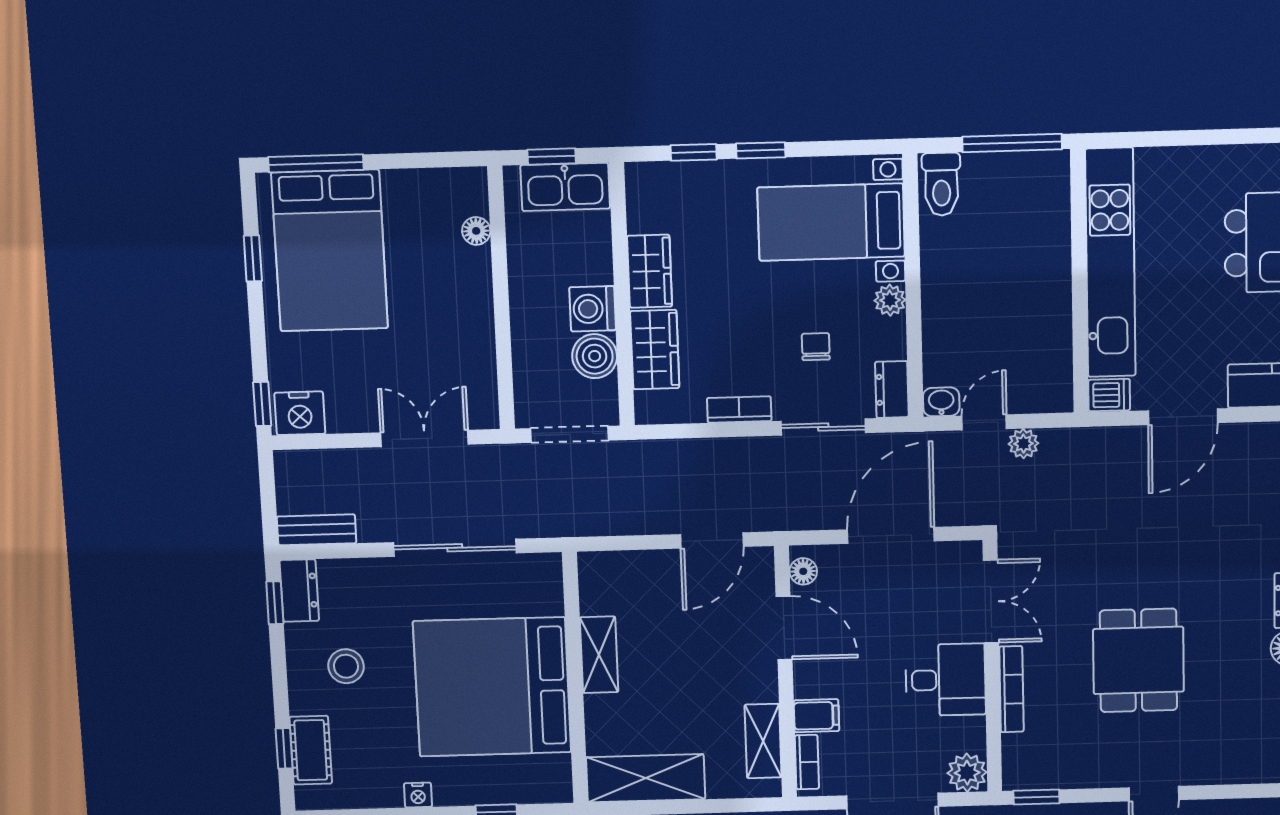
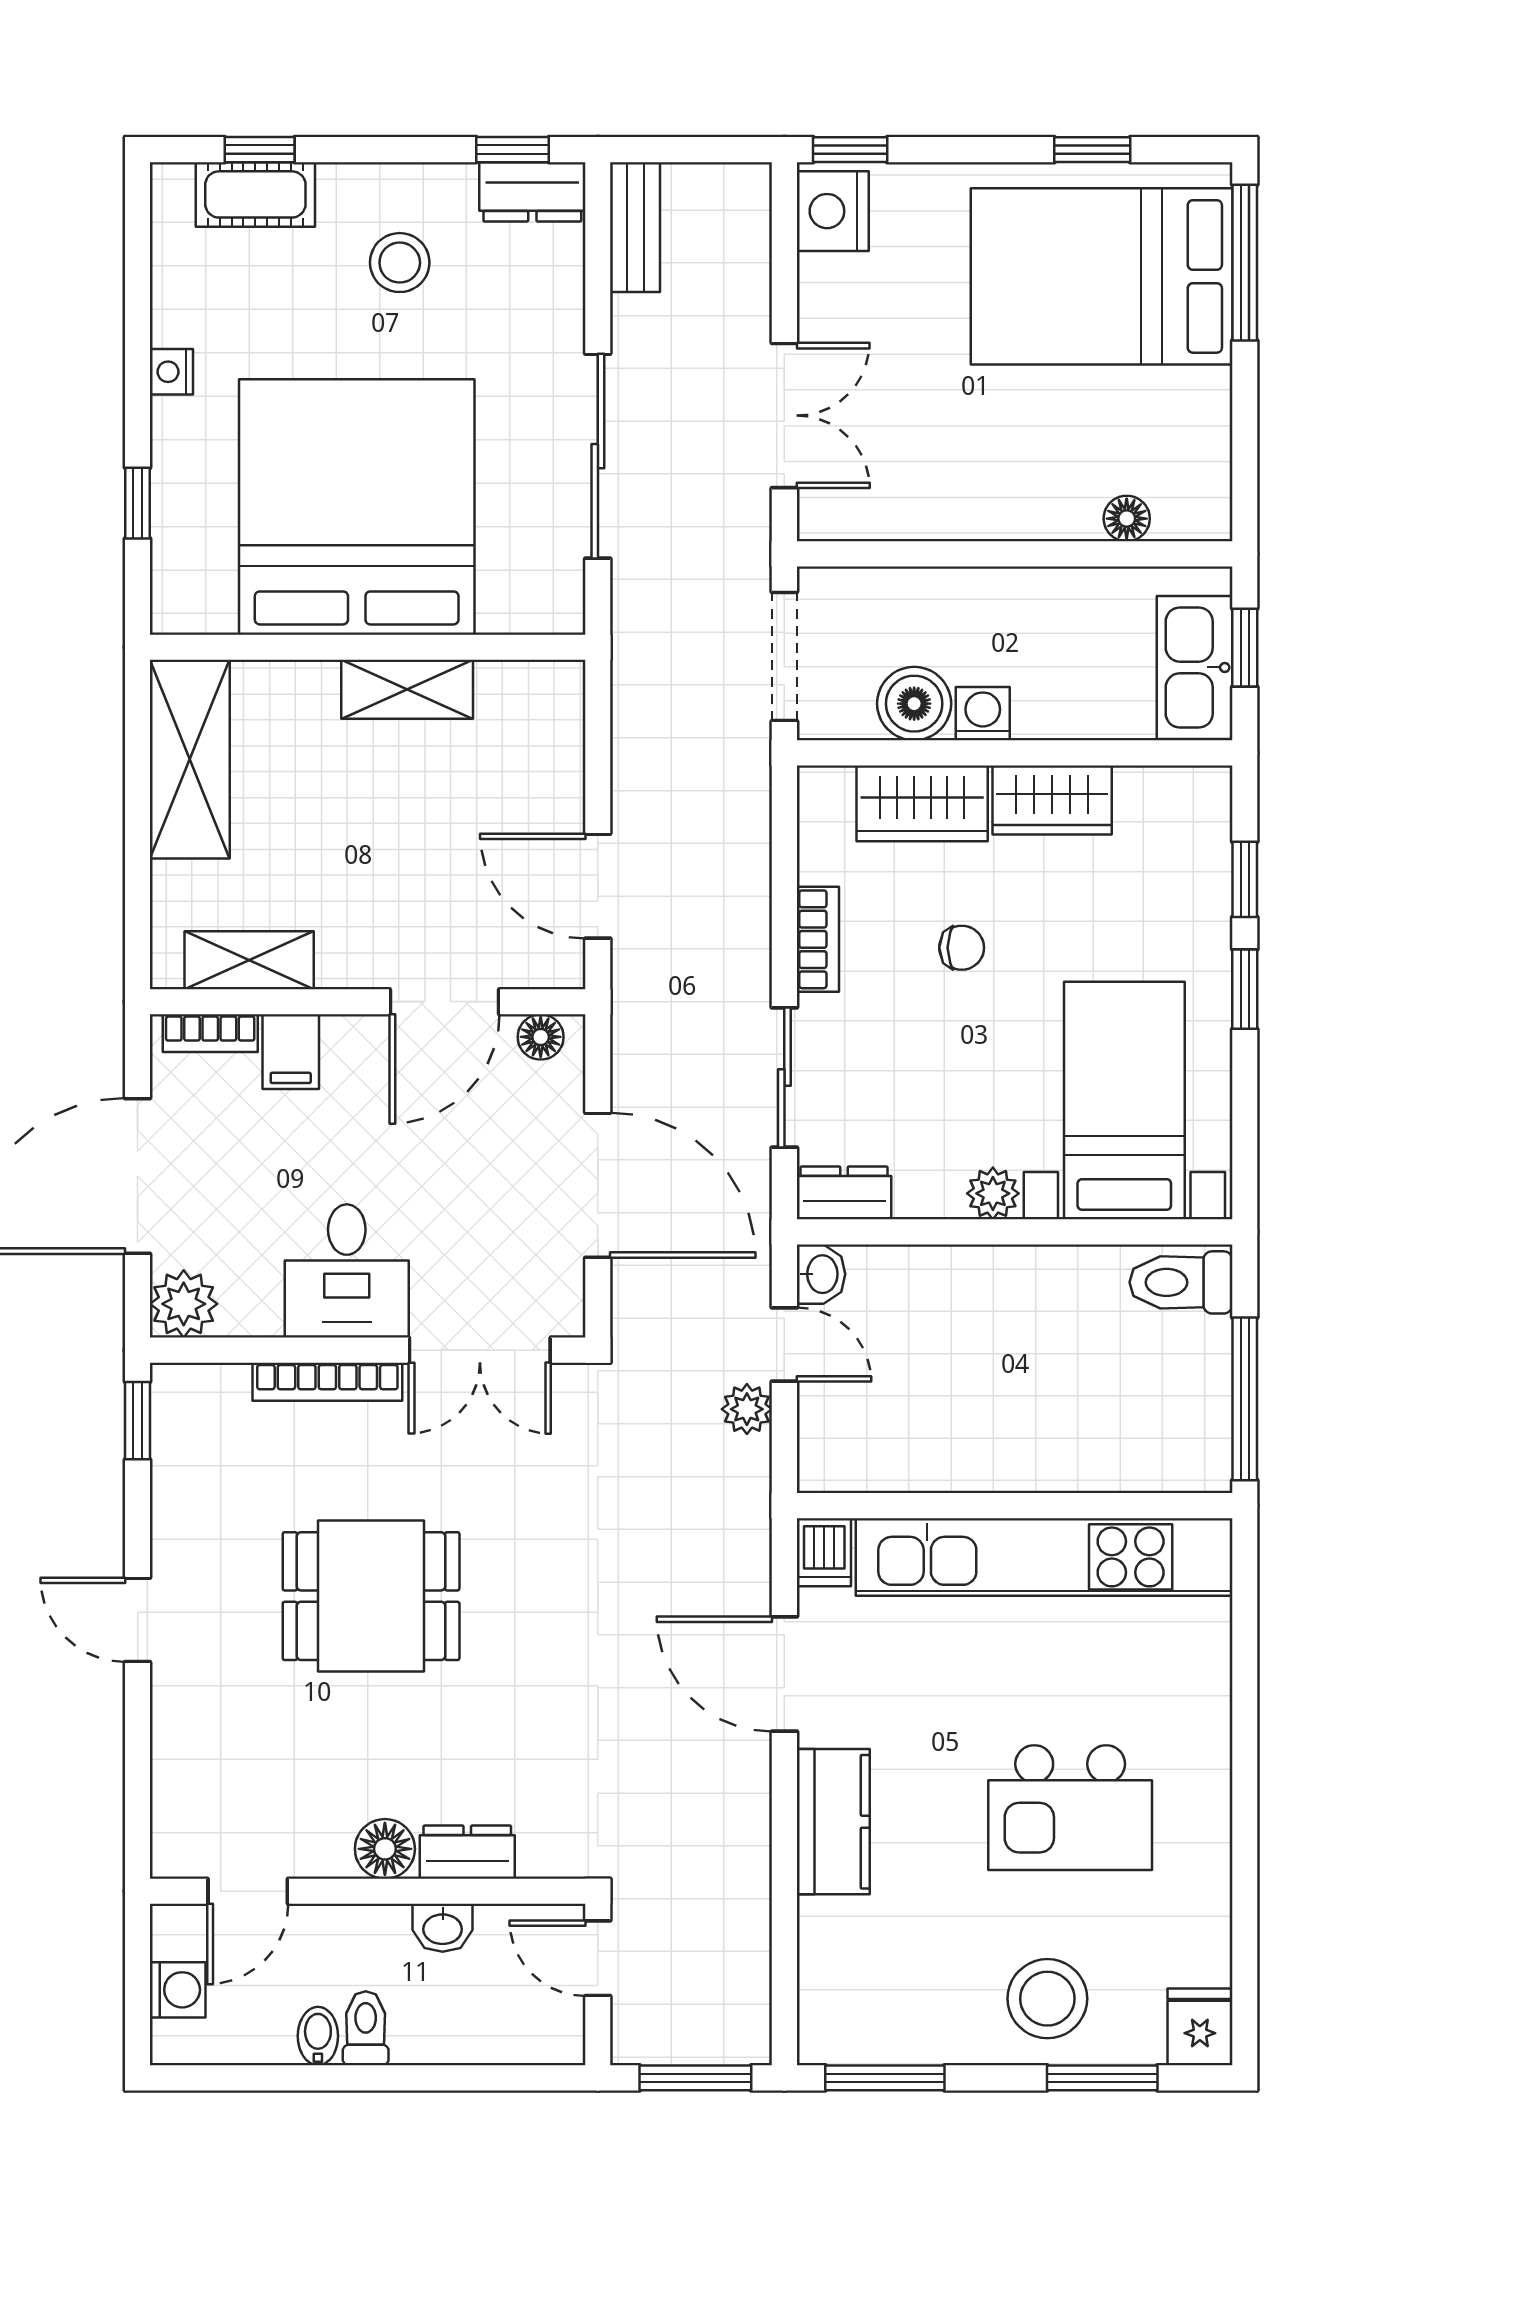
washing machine: (593, 309) -> (983, 714), width x0.73, depth x0.73
chair: (816, 347) -> (962, 948), moved

